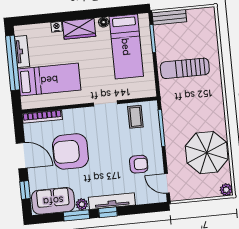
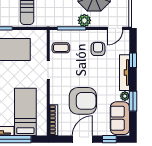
plant: (173, 143) -> (84, 20), added
armchair: (70, 151) -> (83, 101), turned -90
window: (108, 212) -> (133, 60), moved

